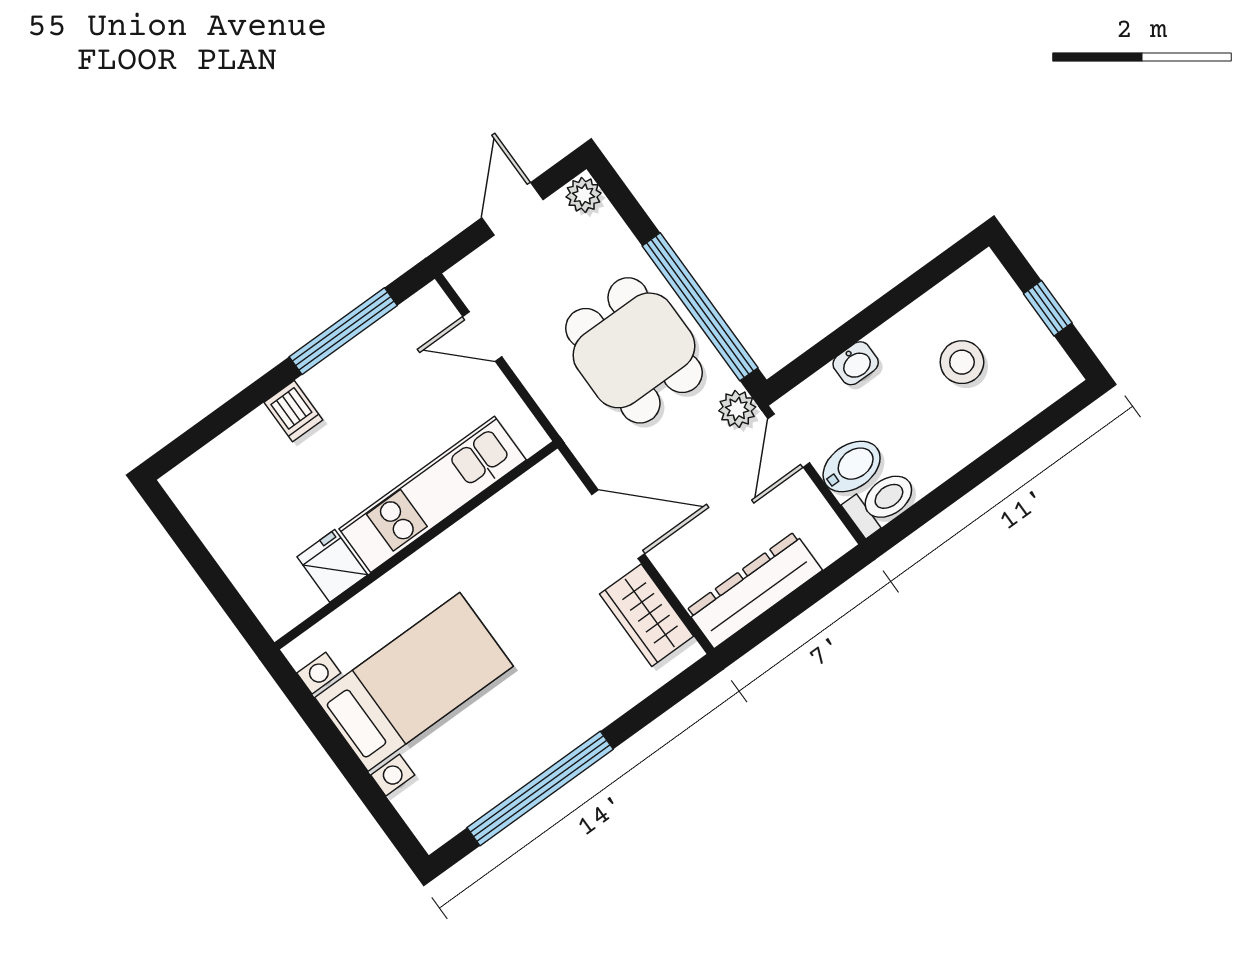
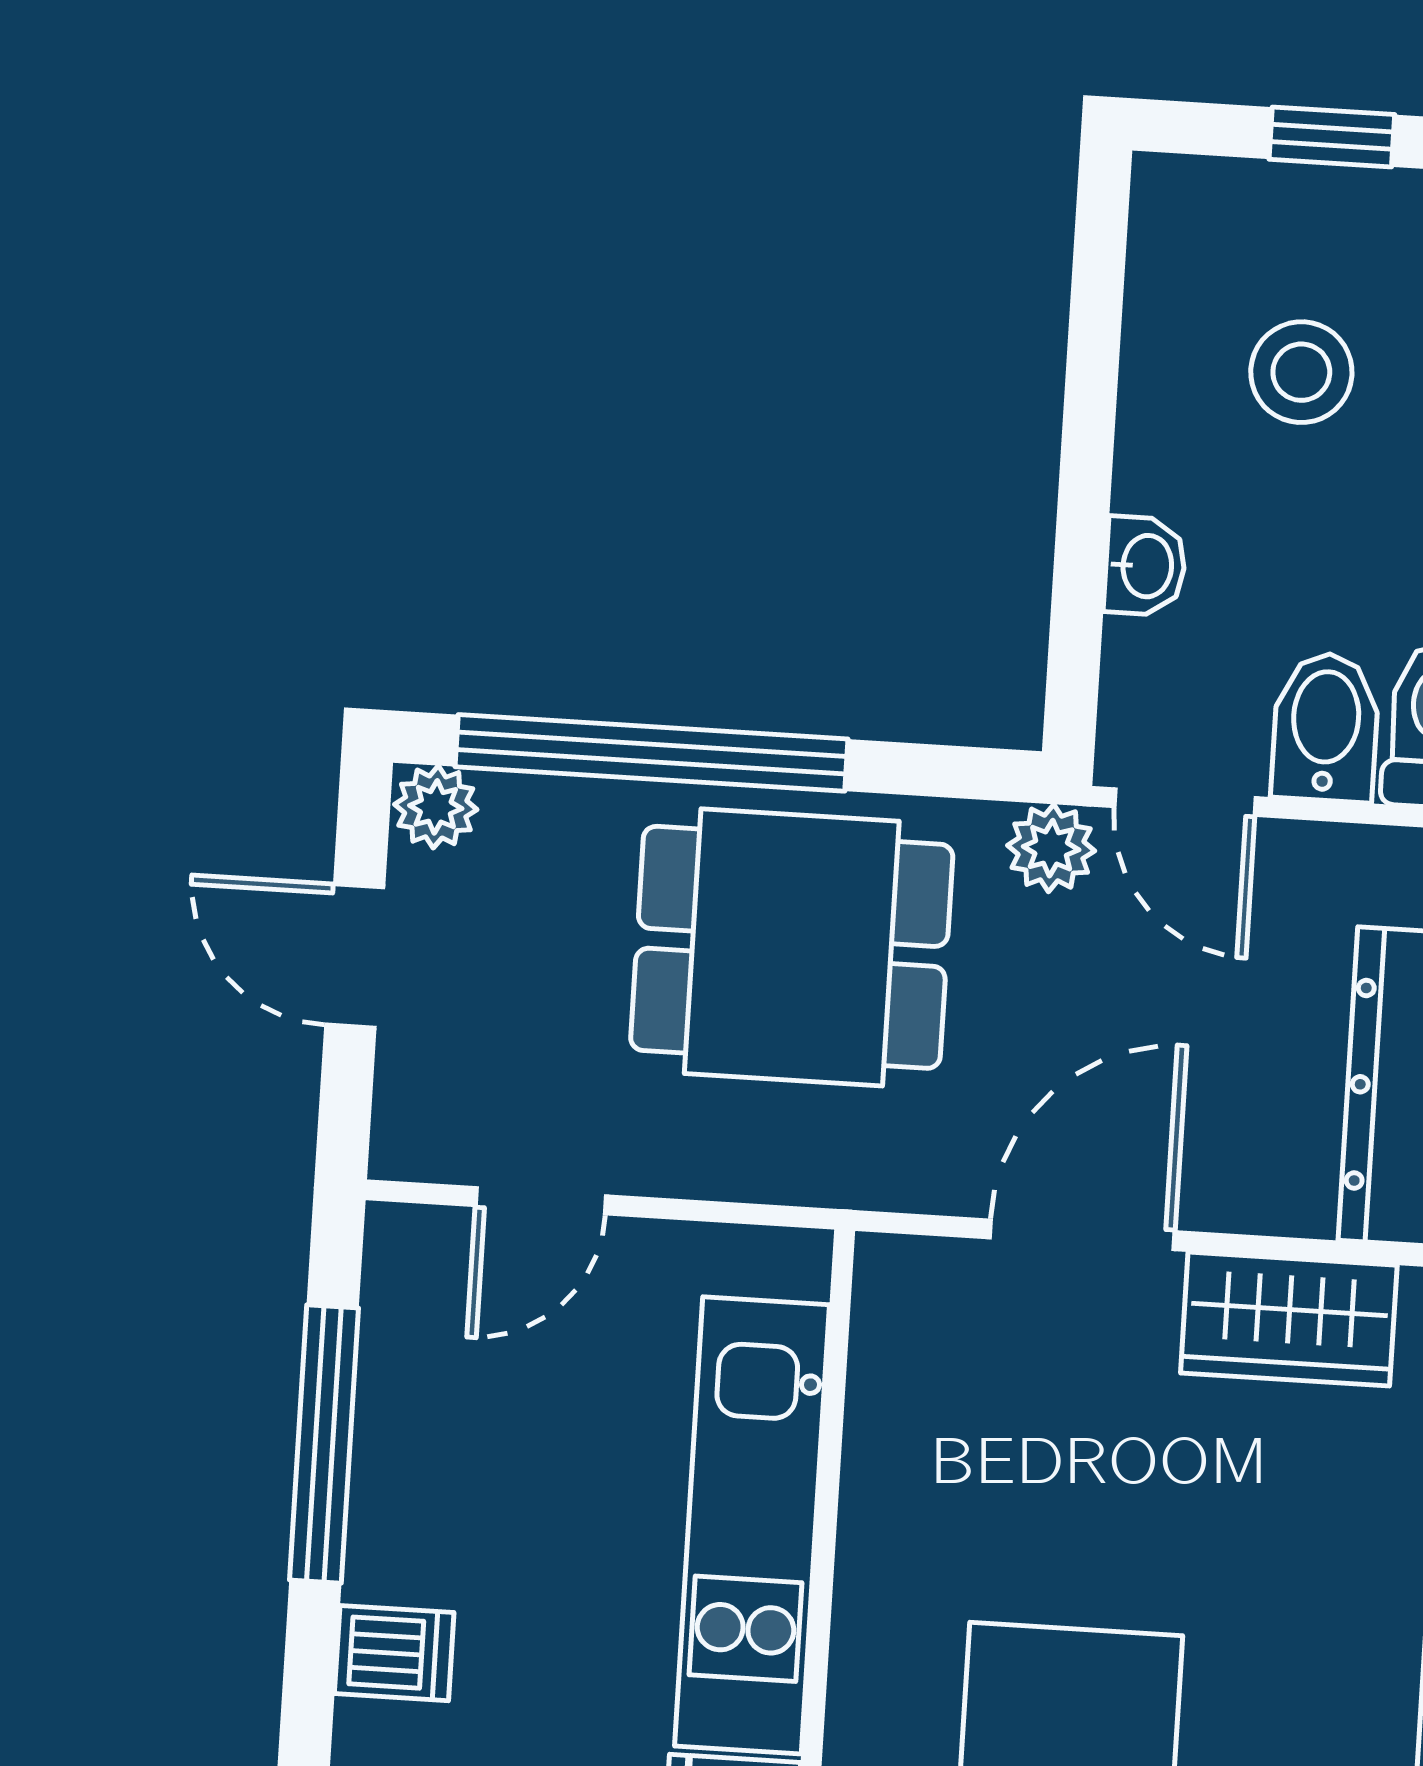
window: (700, 307) -> (651, 753), moved

